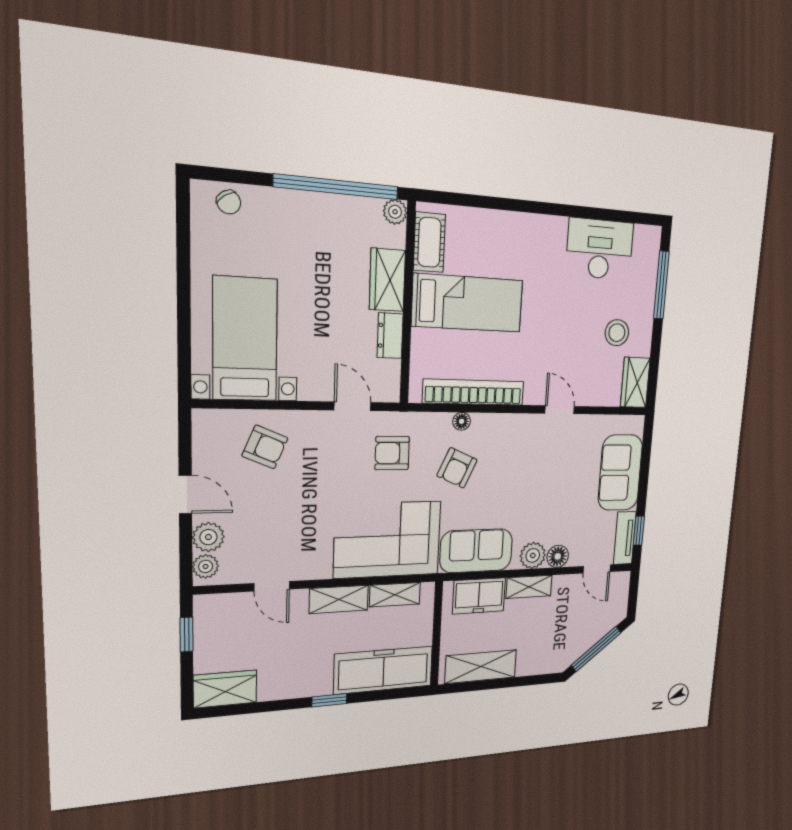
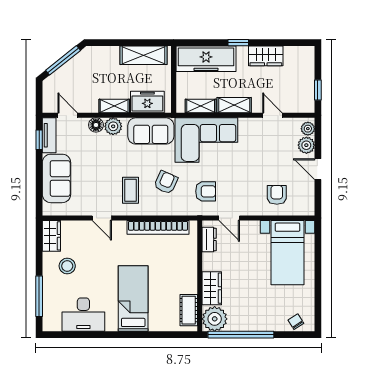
plant: (395, 212) -> (215, 319), width x1.88, depth x1.88
bed: (468, 303) -> (133, 299), moved, turned 90
dresser: (390, 336) -> (209, 239), moved
floor lamp: (462, 421) -> (165, 210), removed
armchair: (265, 447) -> (277, 195), turned 67
coffee table: (513, 455) -> (130, 190), added
wardrobe: (225, 689) -> (266, 56), moved

